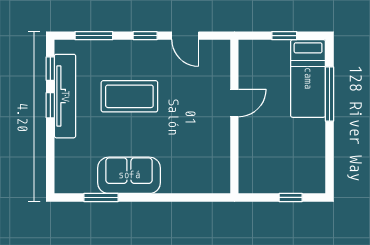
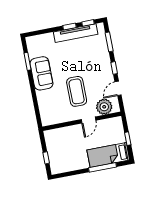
plant: (215, 69) -> (104, 107), added
coffee table: (129, 96) -> (77, 91), moved
door: (234, 103) -> (89, 120), hinge flipped

